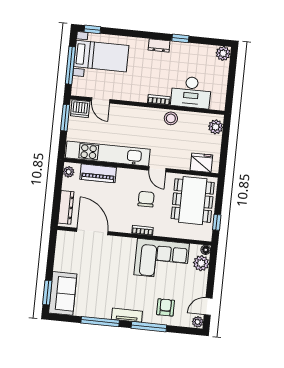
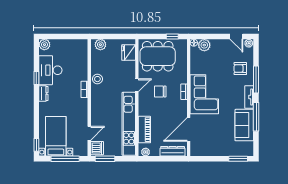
desk: (191, 92) -> (50, 70), moved, turned 180
corner sofa: (162, 259) -> (204, 94), moved
sofa: (63, 293) -> (244, 125), moved, turned -90

